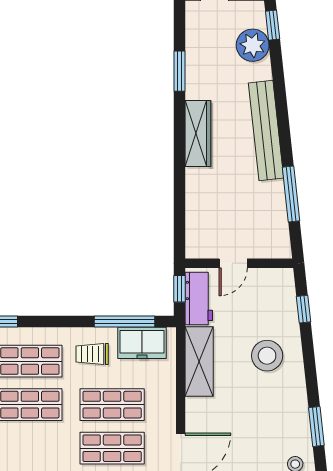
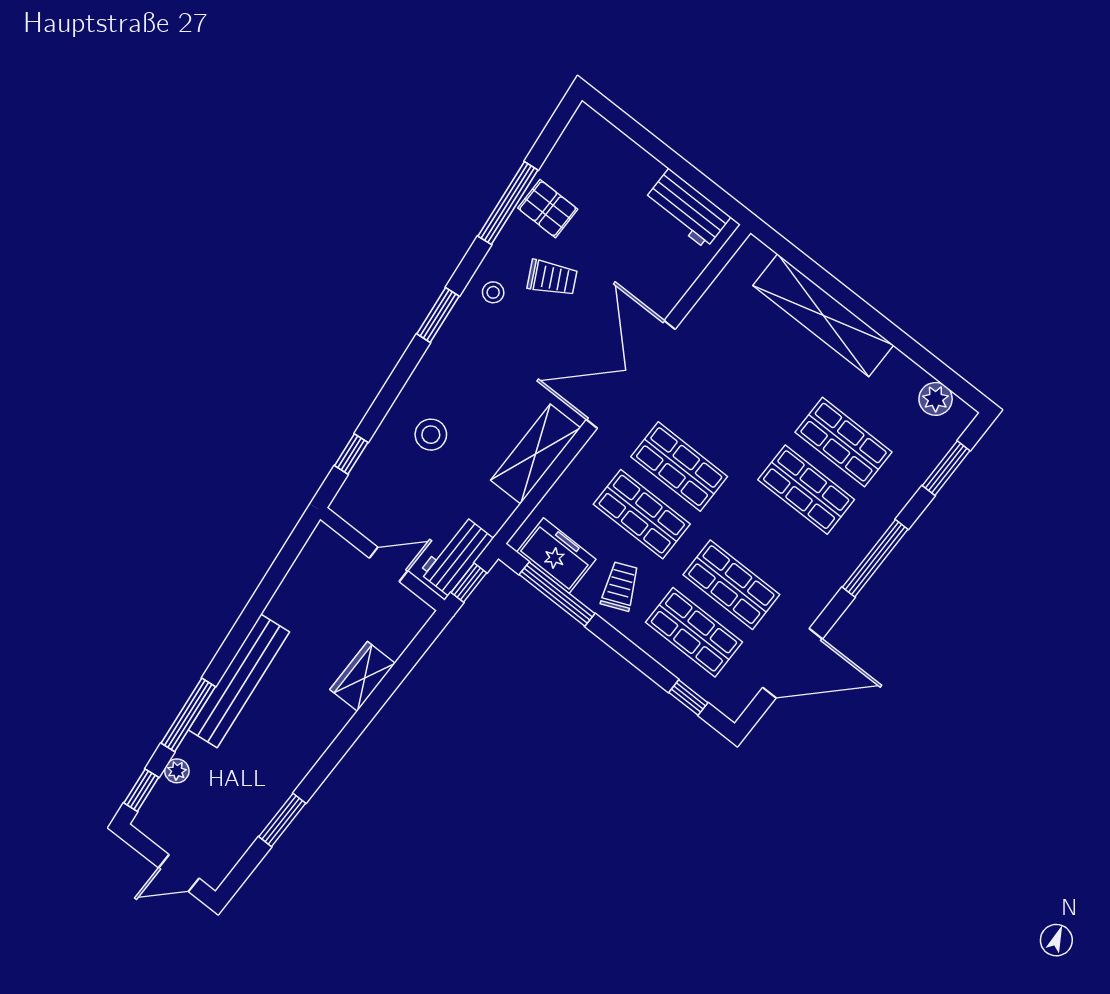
plant: (253, 45) -> (177, 771), width x0.53, depth x0.53
wardrobe: (198, 133) -> (363, 676), moved, width x0.67
window: (291, 194) -> (188, 715), moved
trolley: (92, 354) -> (620, 586), turned -113
stool: (267, 356) -> (431, 435), width x0.73, depth x0.73
shelving: (199, 361) -> (535, 454), moved

